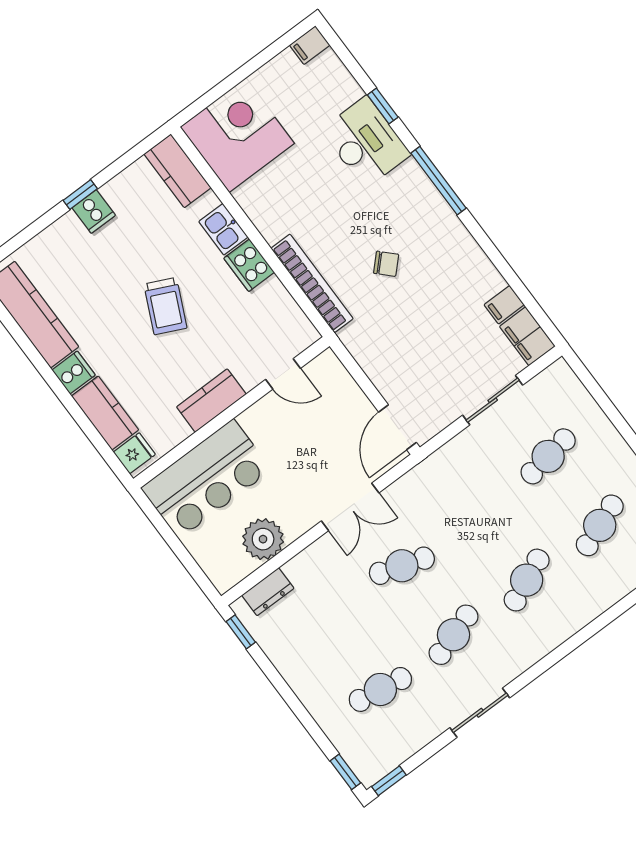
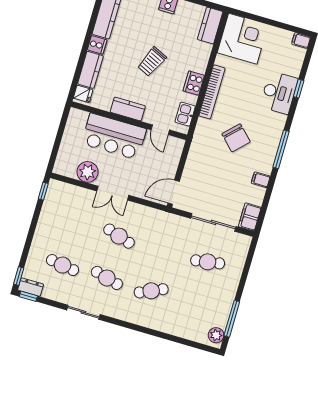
window: (438, 181) -> (281, 149), moved
kitchen sink: (223, 229) -> (185, 114), moved
chair: (386, 264) -> (236, 138), width x1.87, depth x1.87
bookcase: (312, 283) -> (212, 92), moved
filing cabinet: (504, 305) -> (261, 180), moved
sliding door: (493, 400) -> (213, 222), width x1.37
bar counter: (206, 479) -> (114, 136), moved
double door: (350, 507) -> (113, 193), moved
cafe table: (600, 525) -> (195, 304), removed
dresser: (268, 592) -> (31, 287), moved, turned 180
cafe table: (454, 635) -> (107, 278), turned 33

